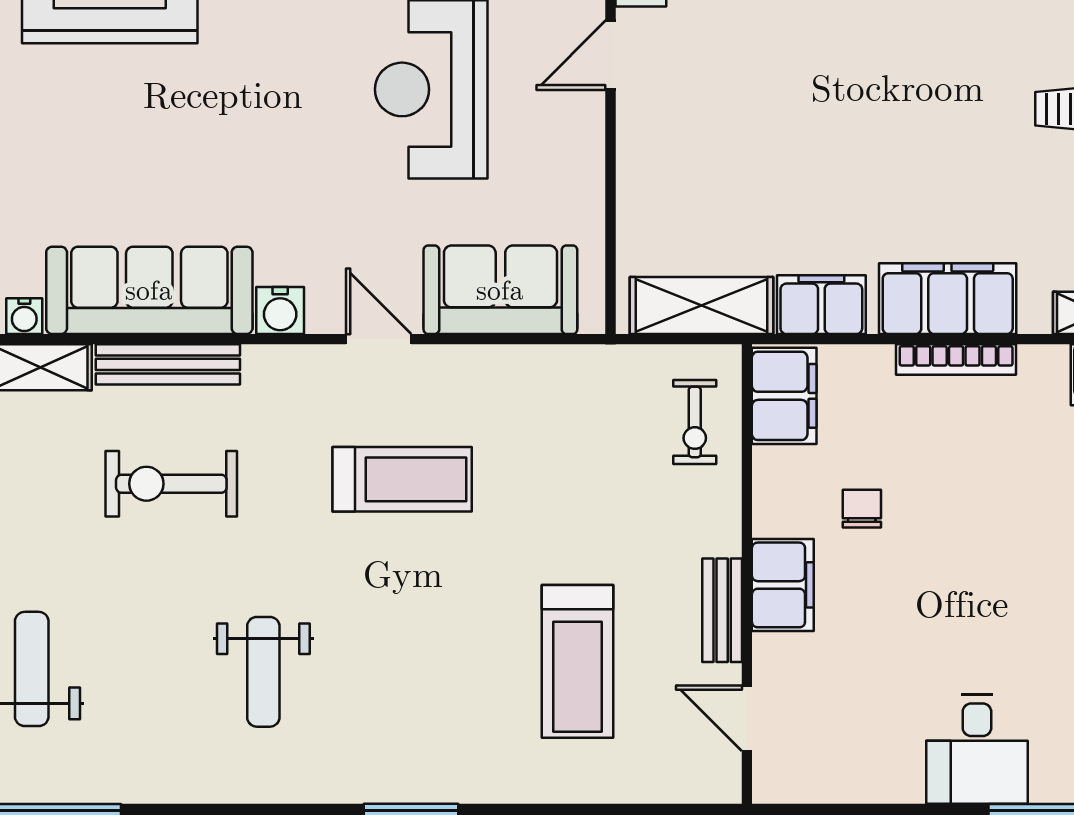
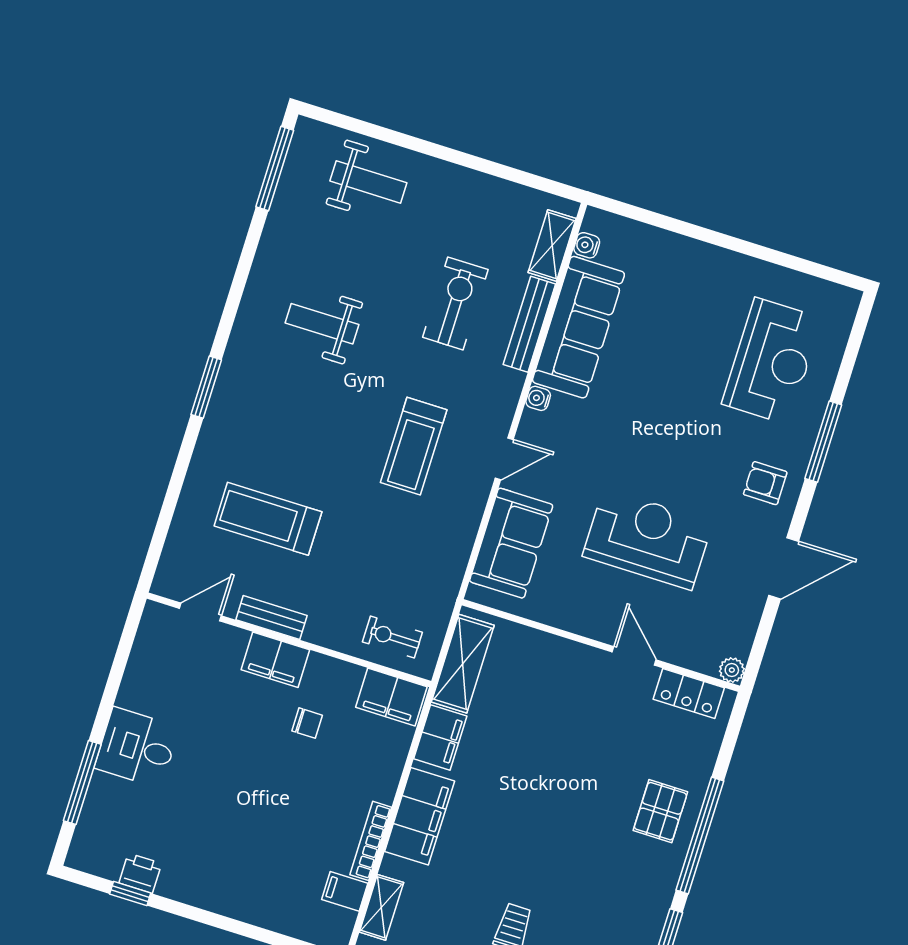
water cooler: (280, 310) -> (538, 398), width x0.72, depth x0.72
bookcase: (956, 360) -> (371, 841), moved

